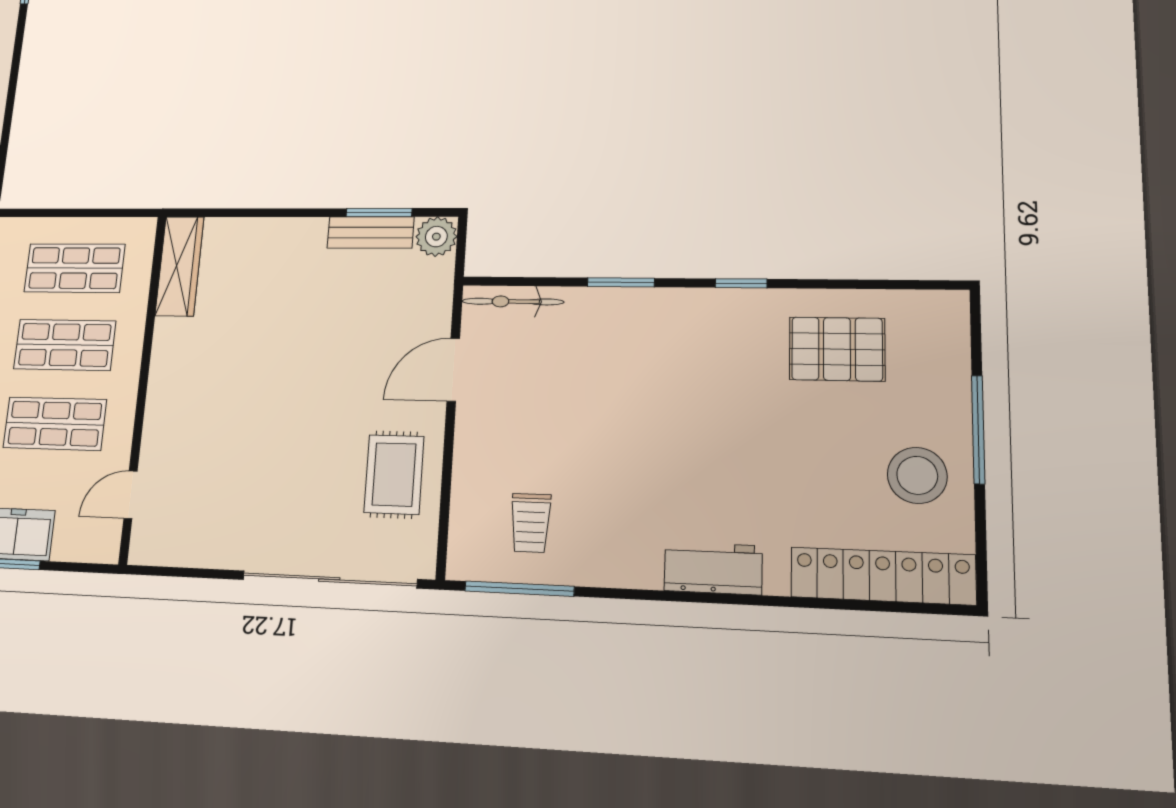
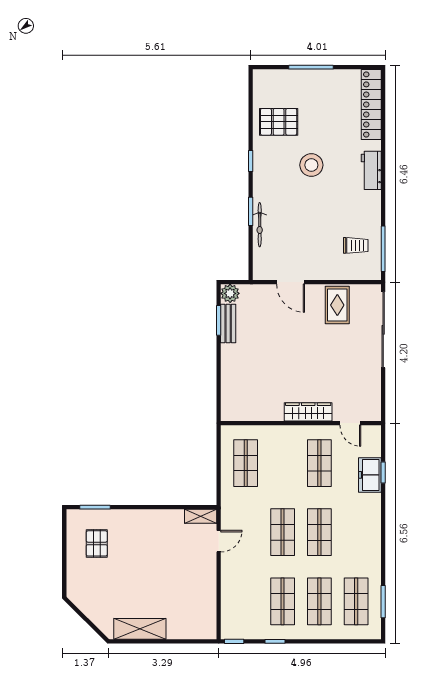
wardrobe: (180, 266) -> (308, 412), moved
bicycle: (513, 302) -> (260, 225), moved
shop shelf: (65, 345) -> (283, 463), removed
pallet: (837, 349) -> (279, 122), turned 90
rug: (394, 474) -> (337, 305), turned 90
stool: (917, 475) -> (311, 165), moved

